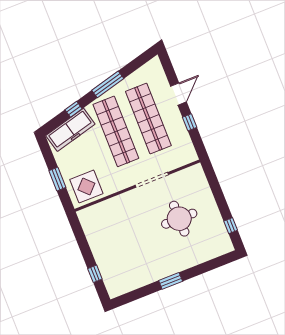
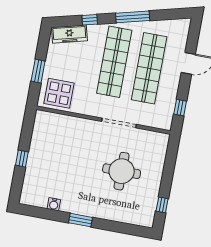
window: (190, 122) -> (180, 108), moved
freezer: (70, 130) -> (69, 34), width x0.73, depth x0.79
window: (95, 274) -> (22, 159), moved
water cooler: (140, 282) -> (54, 204), added

